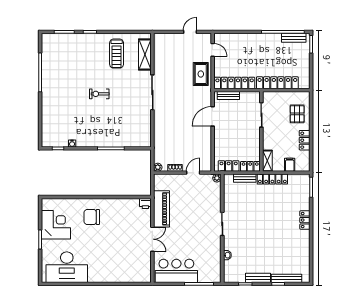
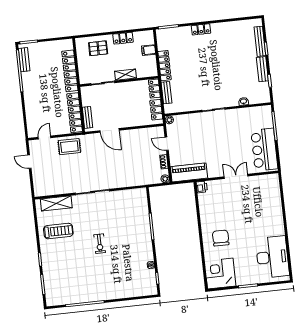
shelving: (267, 161) -> (126, 75), moved
piano: (162, 209) -> (189, 172), moved
chair: (92, 217) -> (221, 238), turned 180
corner desk: (56, 225) -> (220, 273), moved

